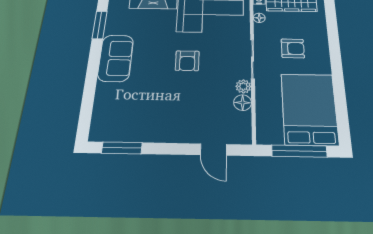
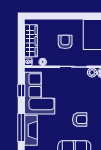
armchair: (187, 61) -> (80, 120), moved

